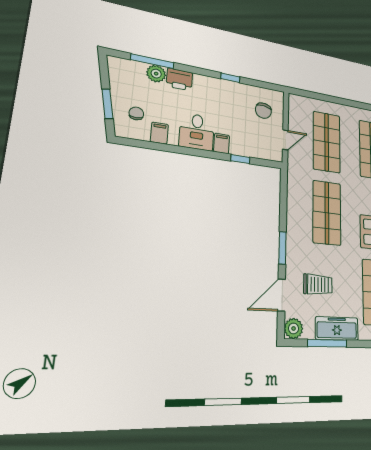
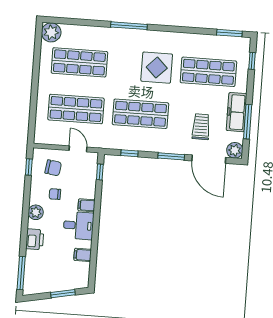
window: (152, 61) -> (21, 273), moved
plant: (156, 74) -> (36, 212), moved
window: (230, 78) -> (29, 167), moved
chair: (136, 113) -> (55, 194), moved
window: (240, 159) -> (100, 172), moved
window: (283, 198) -> (129, 153), added
door: (281, 295) -> (209, 159), width x1.36

